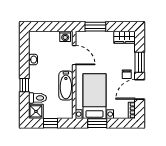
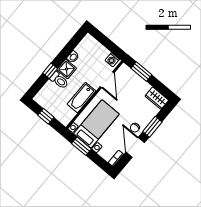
door: (140, 89) -> (135, 147), hinge flipped
toilet: (37, 98) -> (59, 80), moved
shower: (36, 111) -> (67, 69), moved

